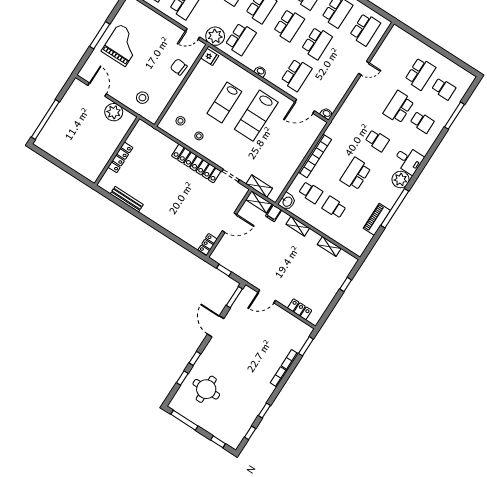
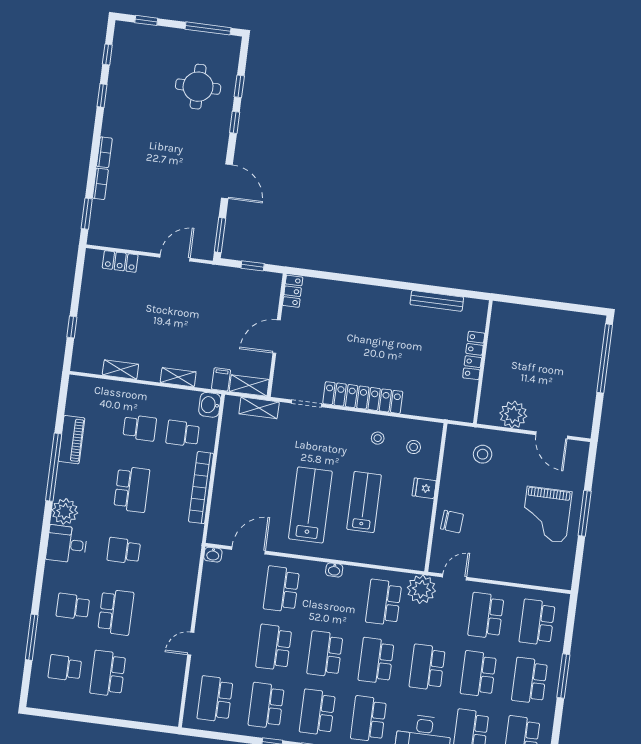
fridge: (210, 57) -> (424, 488), moved

